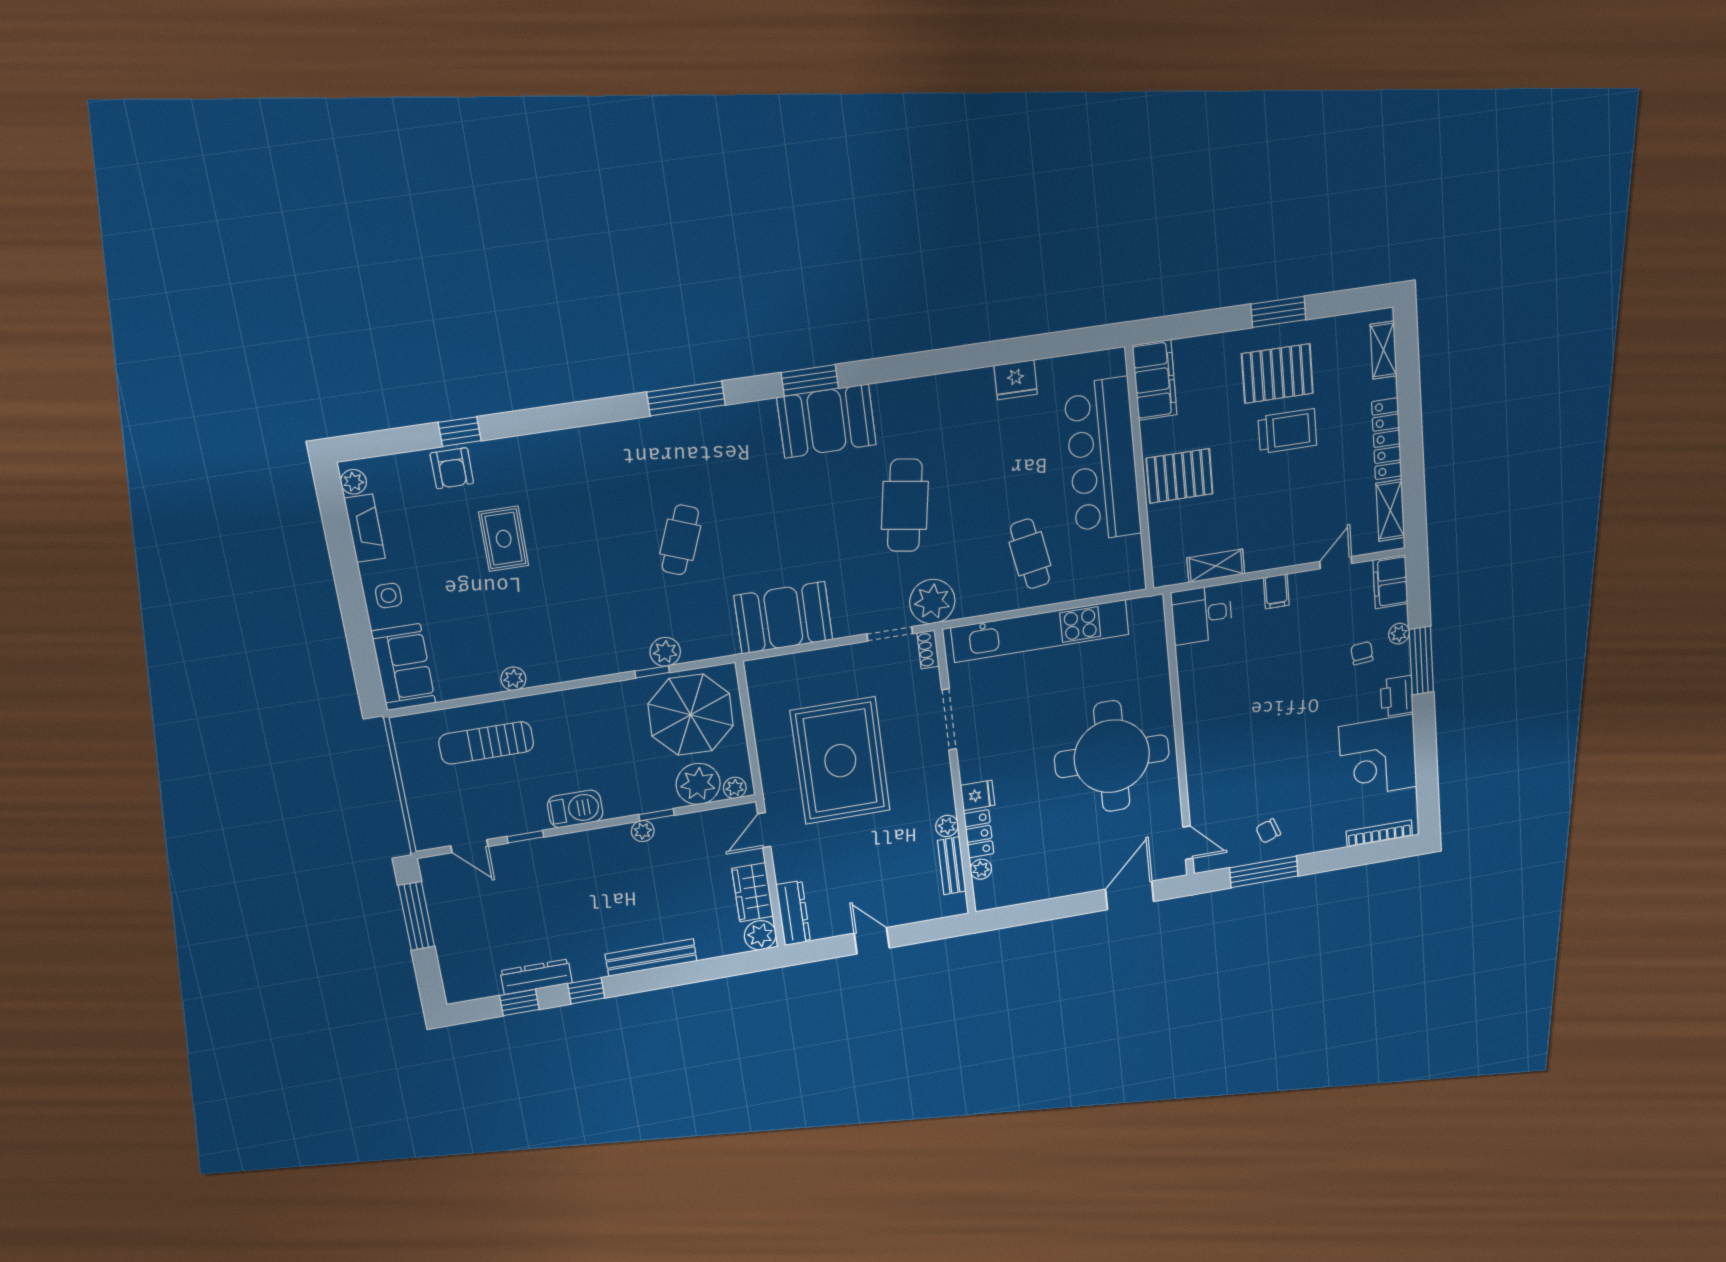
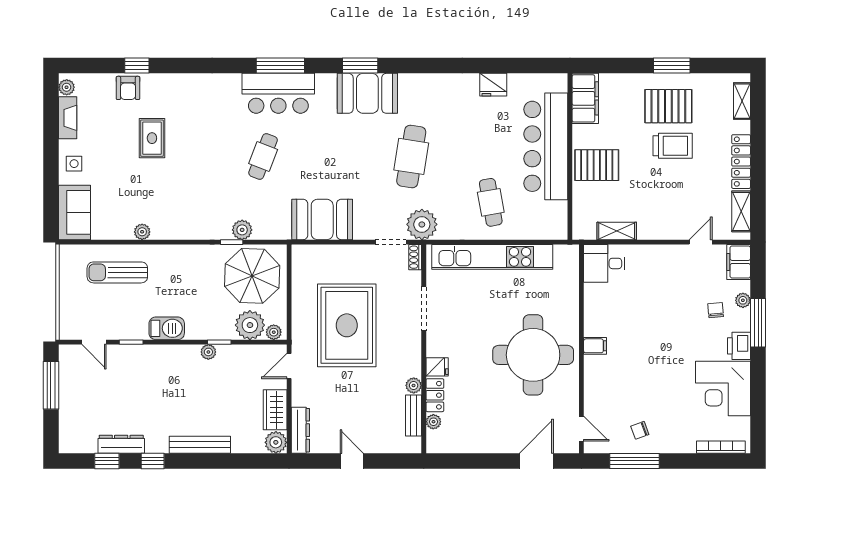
bar counter: (689, 441) -> (278, 93), added
filing cabinet: (1276, 591) -> (595, 346), moved, turned -90

